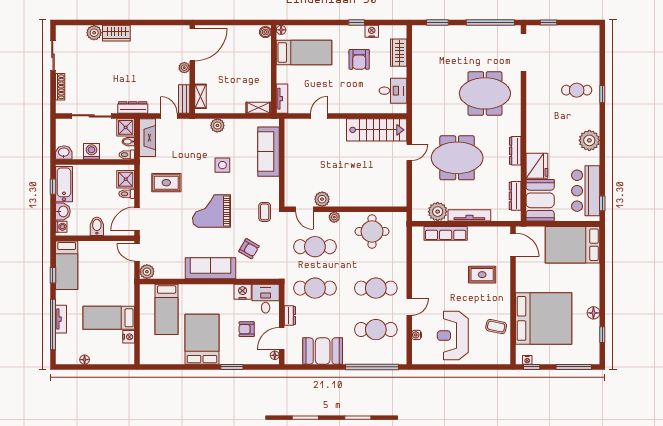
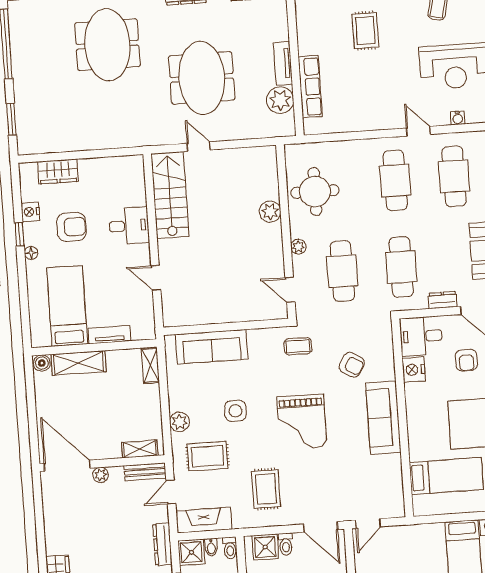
floor lamp: (281, 30) -> (31, 253), moved
shelving: (264, 58) -> (78, 363), added
desk: (393, 91) -> (129, 226), moved, turned 90
tv unit: (282, 99) -> (109, 335), moved
rug: (192, 143) -> (208, 456), added
plant: (322, 199) -> (270, 212), moved
door: (304, 209) -> (290, 290), swing flipped
tv unit: (469, 215) -> (283, 63), width x0.71
armchair: (249, 249) -> (352, 365), turned 91
plant: (147, 272) -> (395, 508), removed

